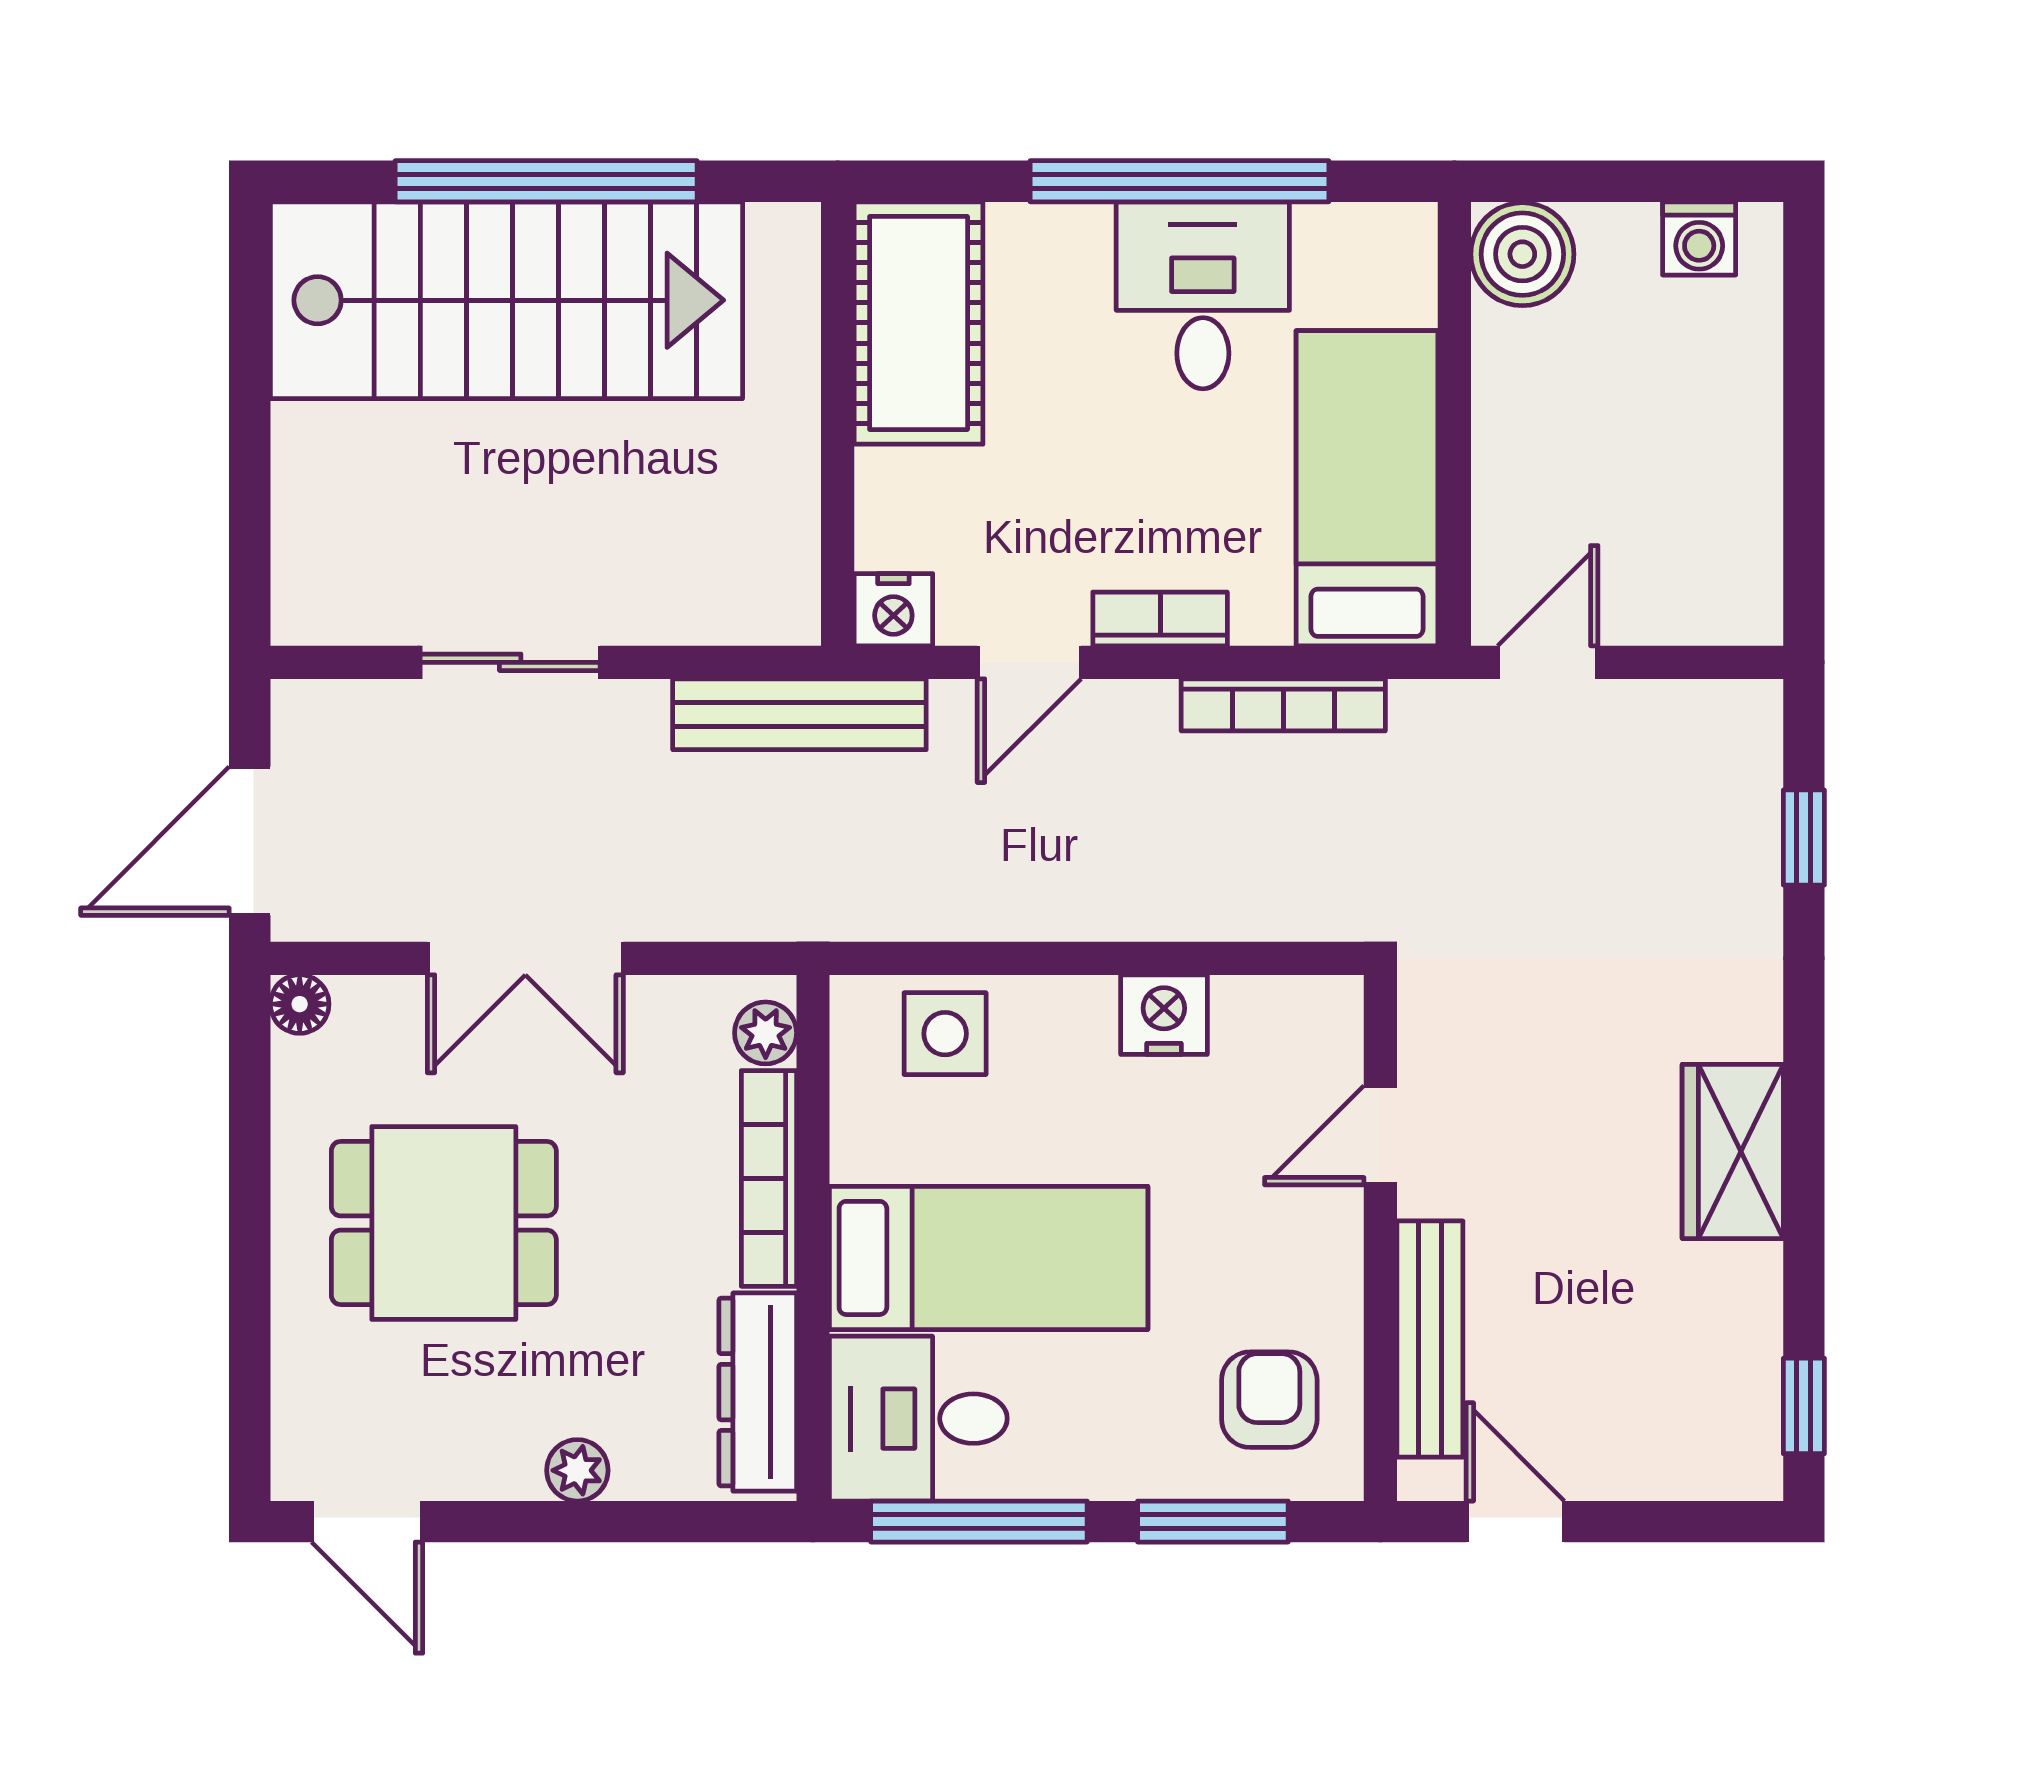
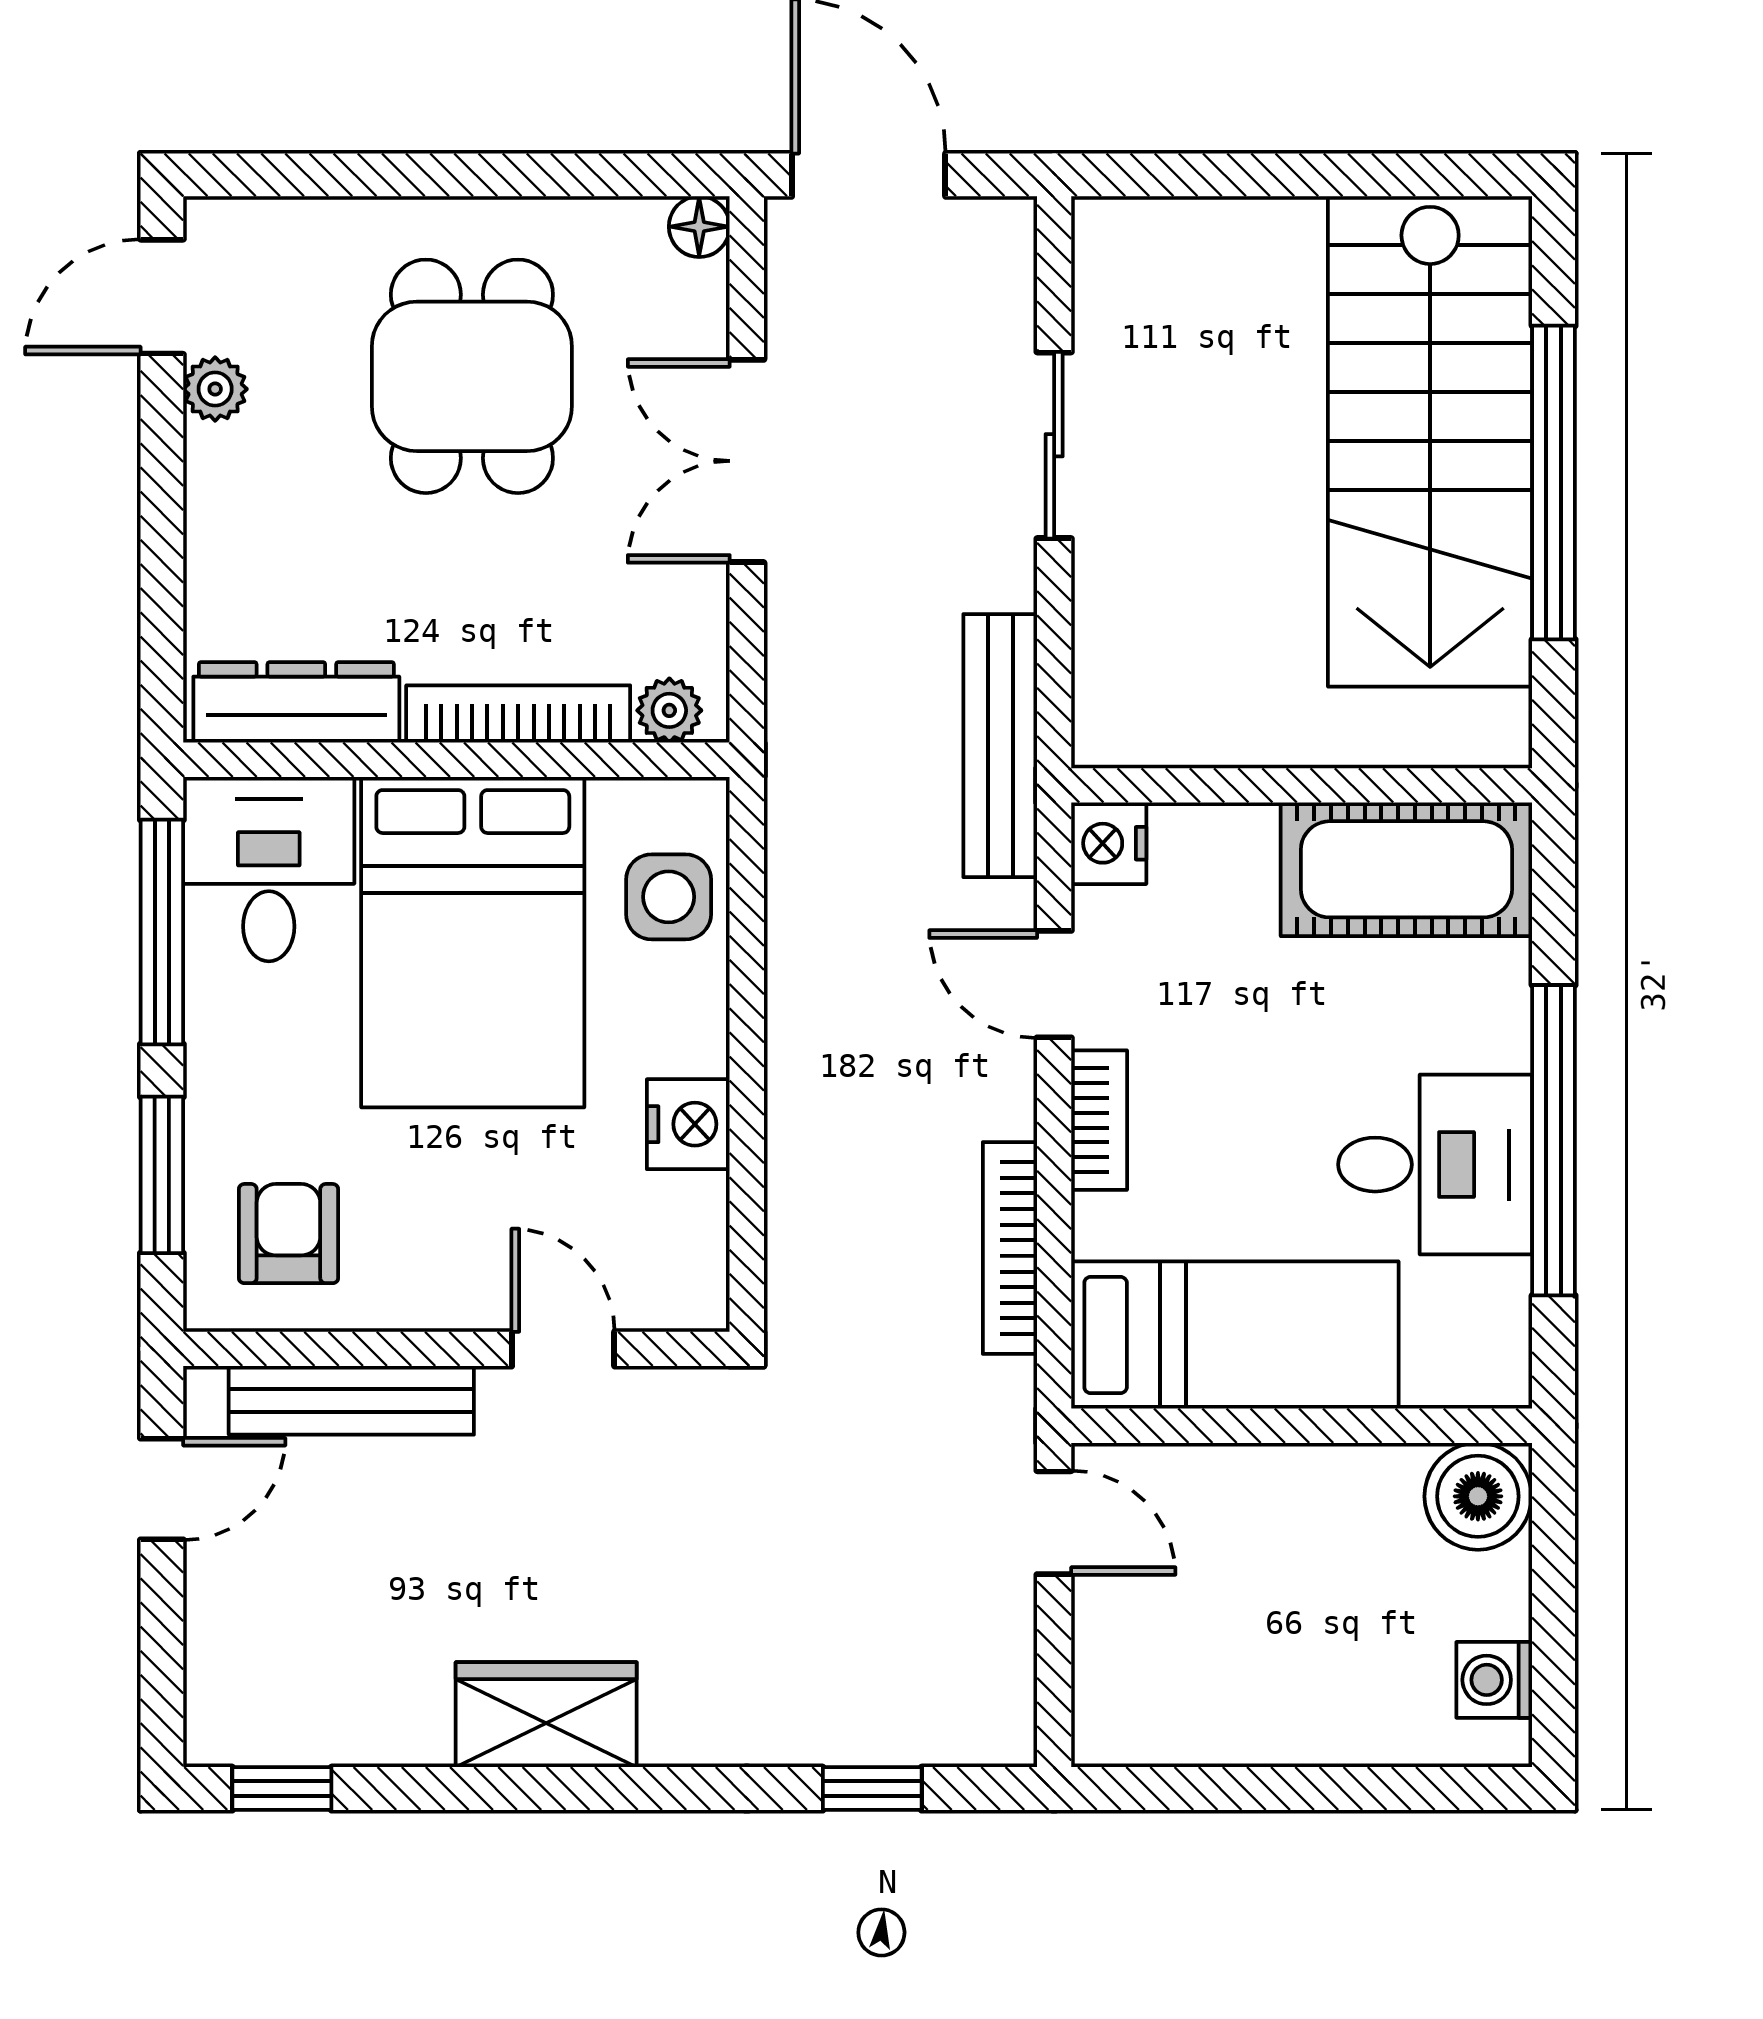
bed: (989, 1258) -> (473, 942), width x1.50
armchair: (1269, 1400) -> (288, 1234), turned -90
plant: (577, 1470) -> (215, 389), moved

